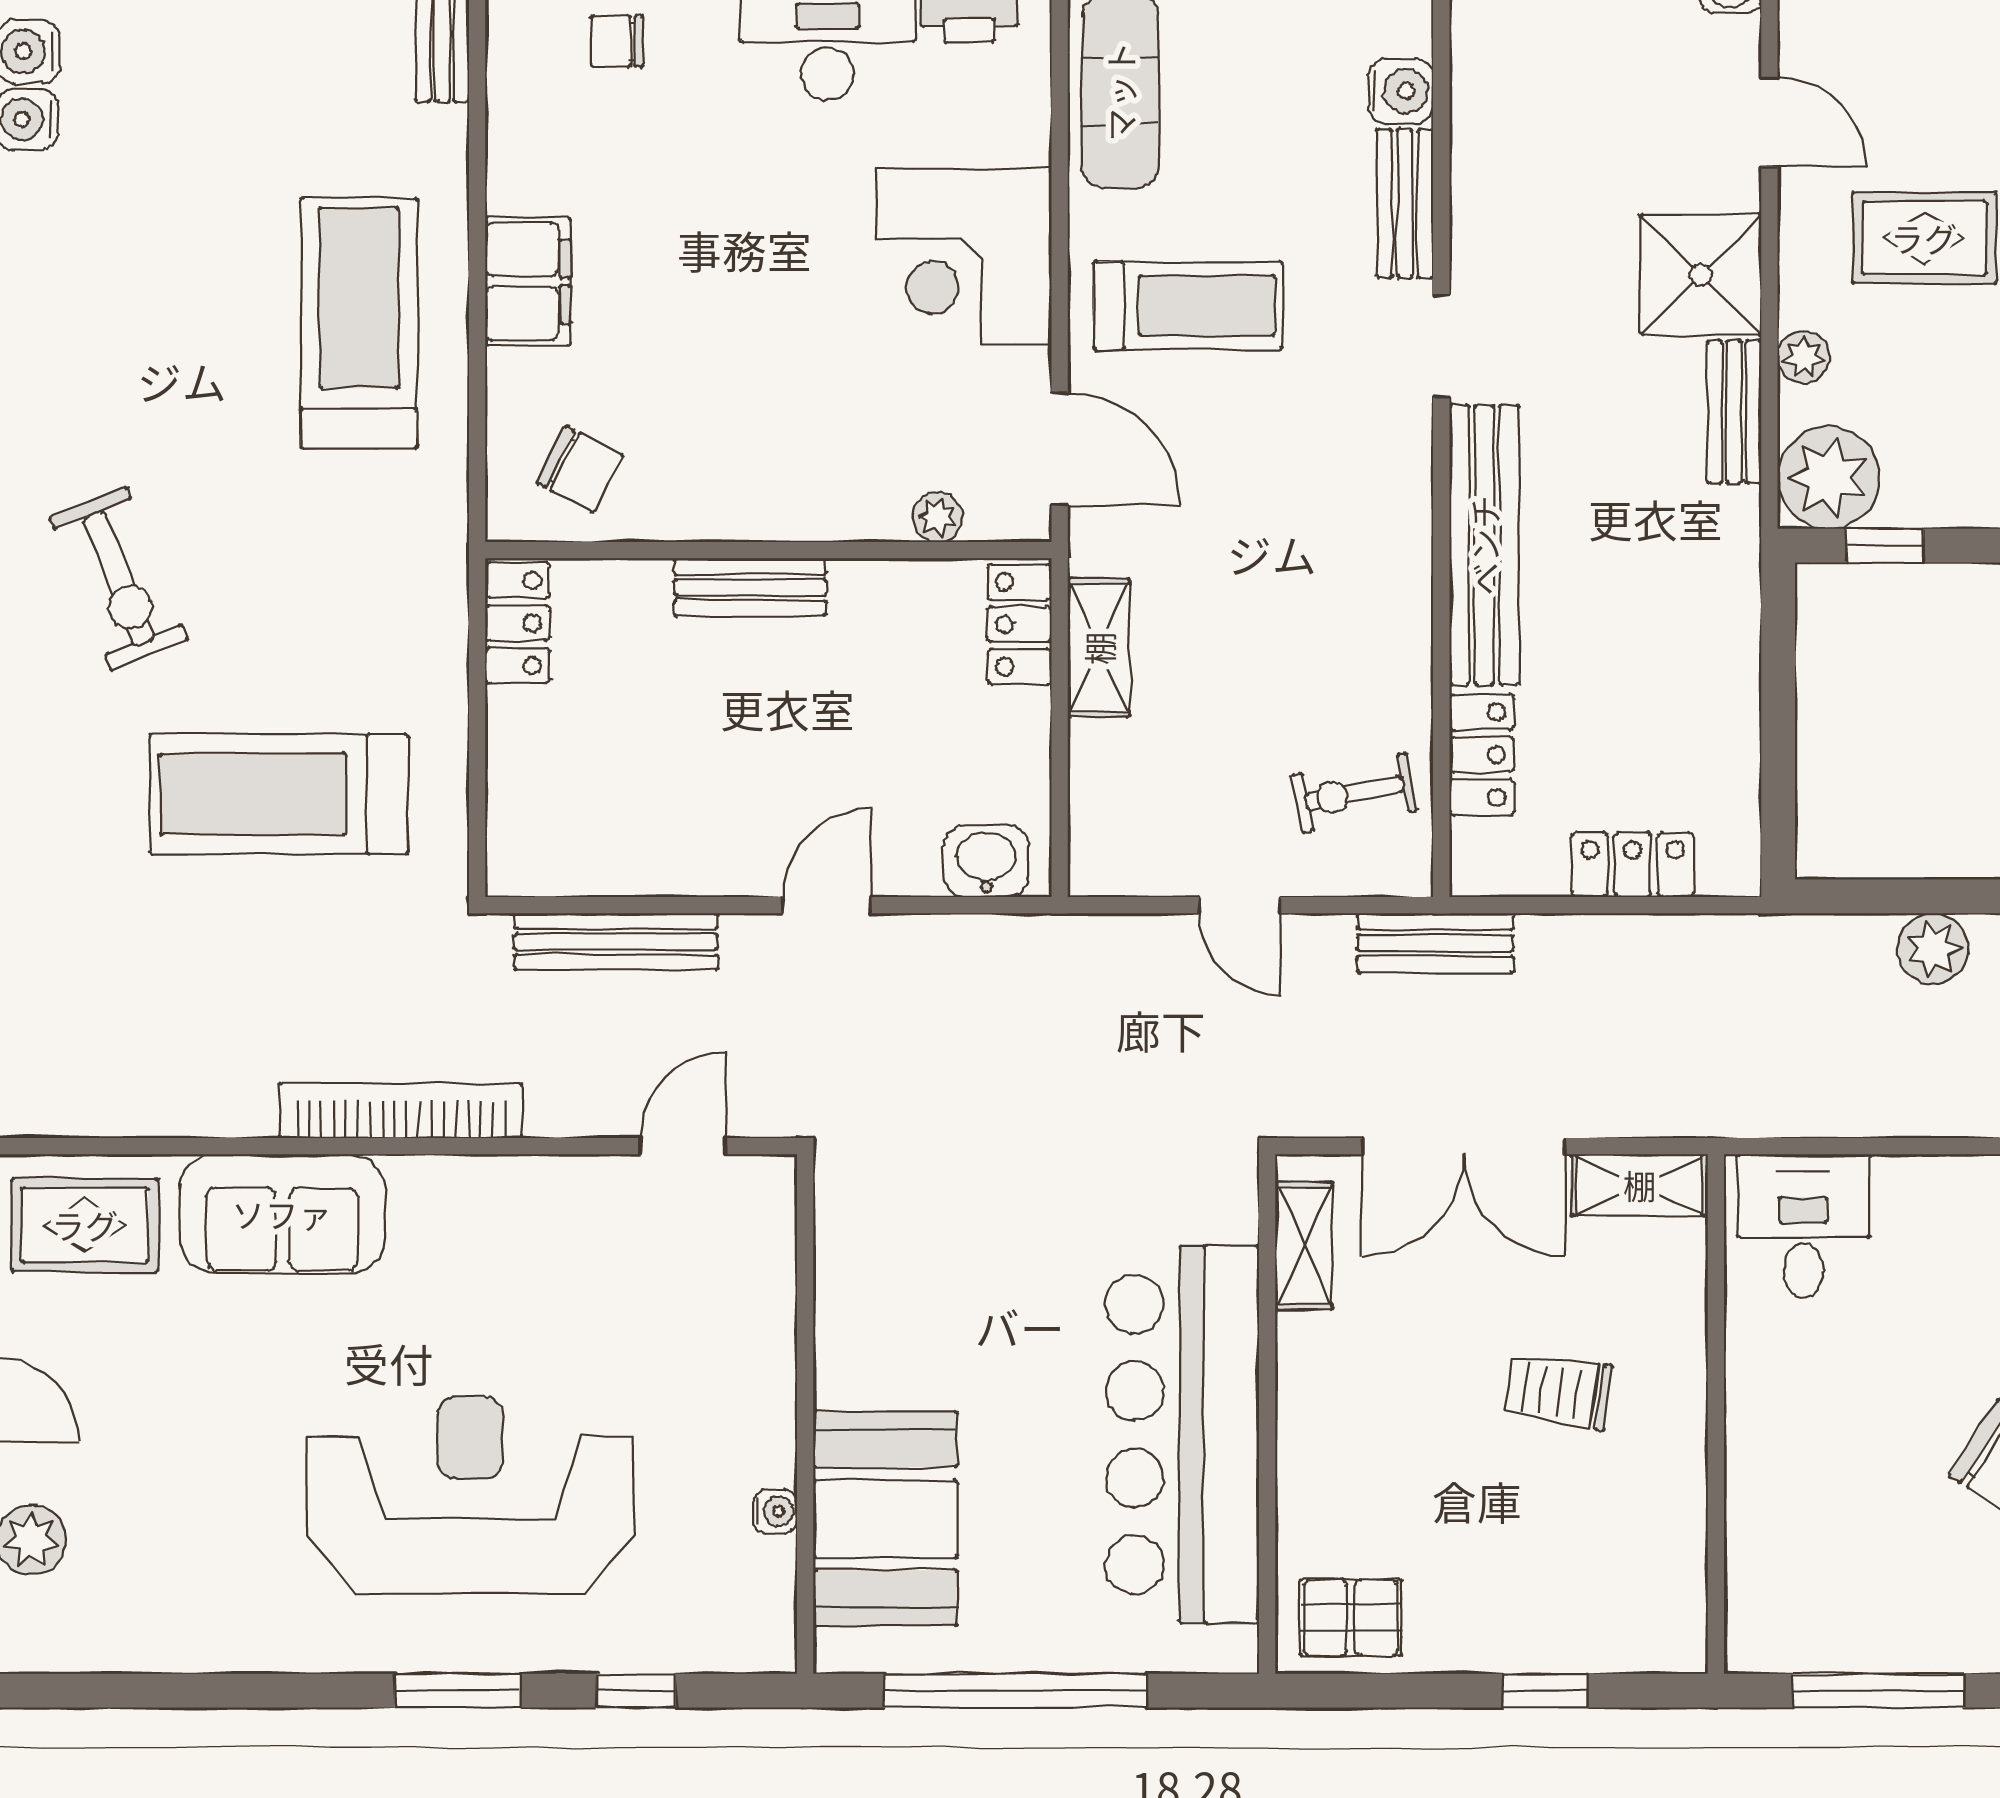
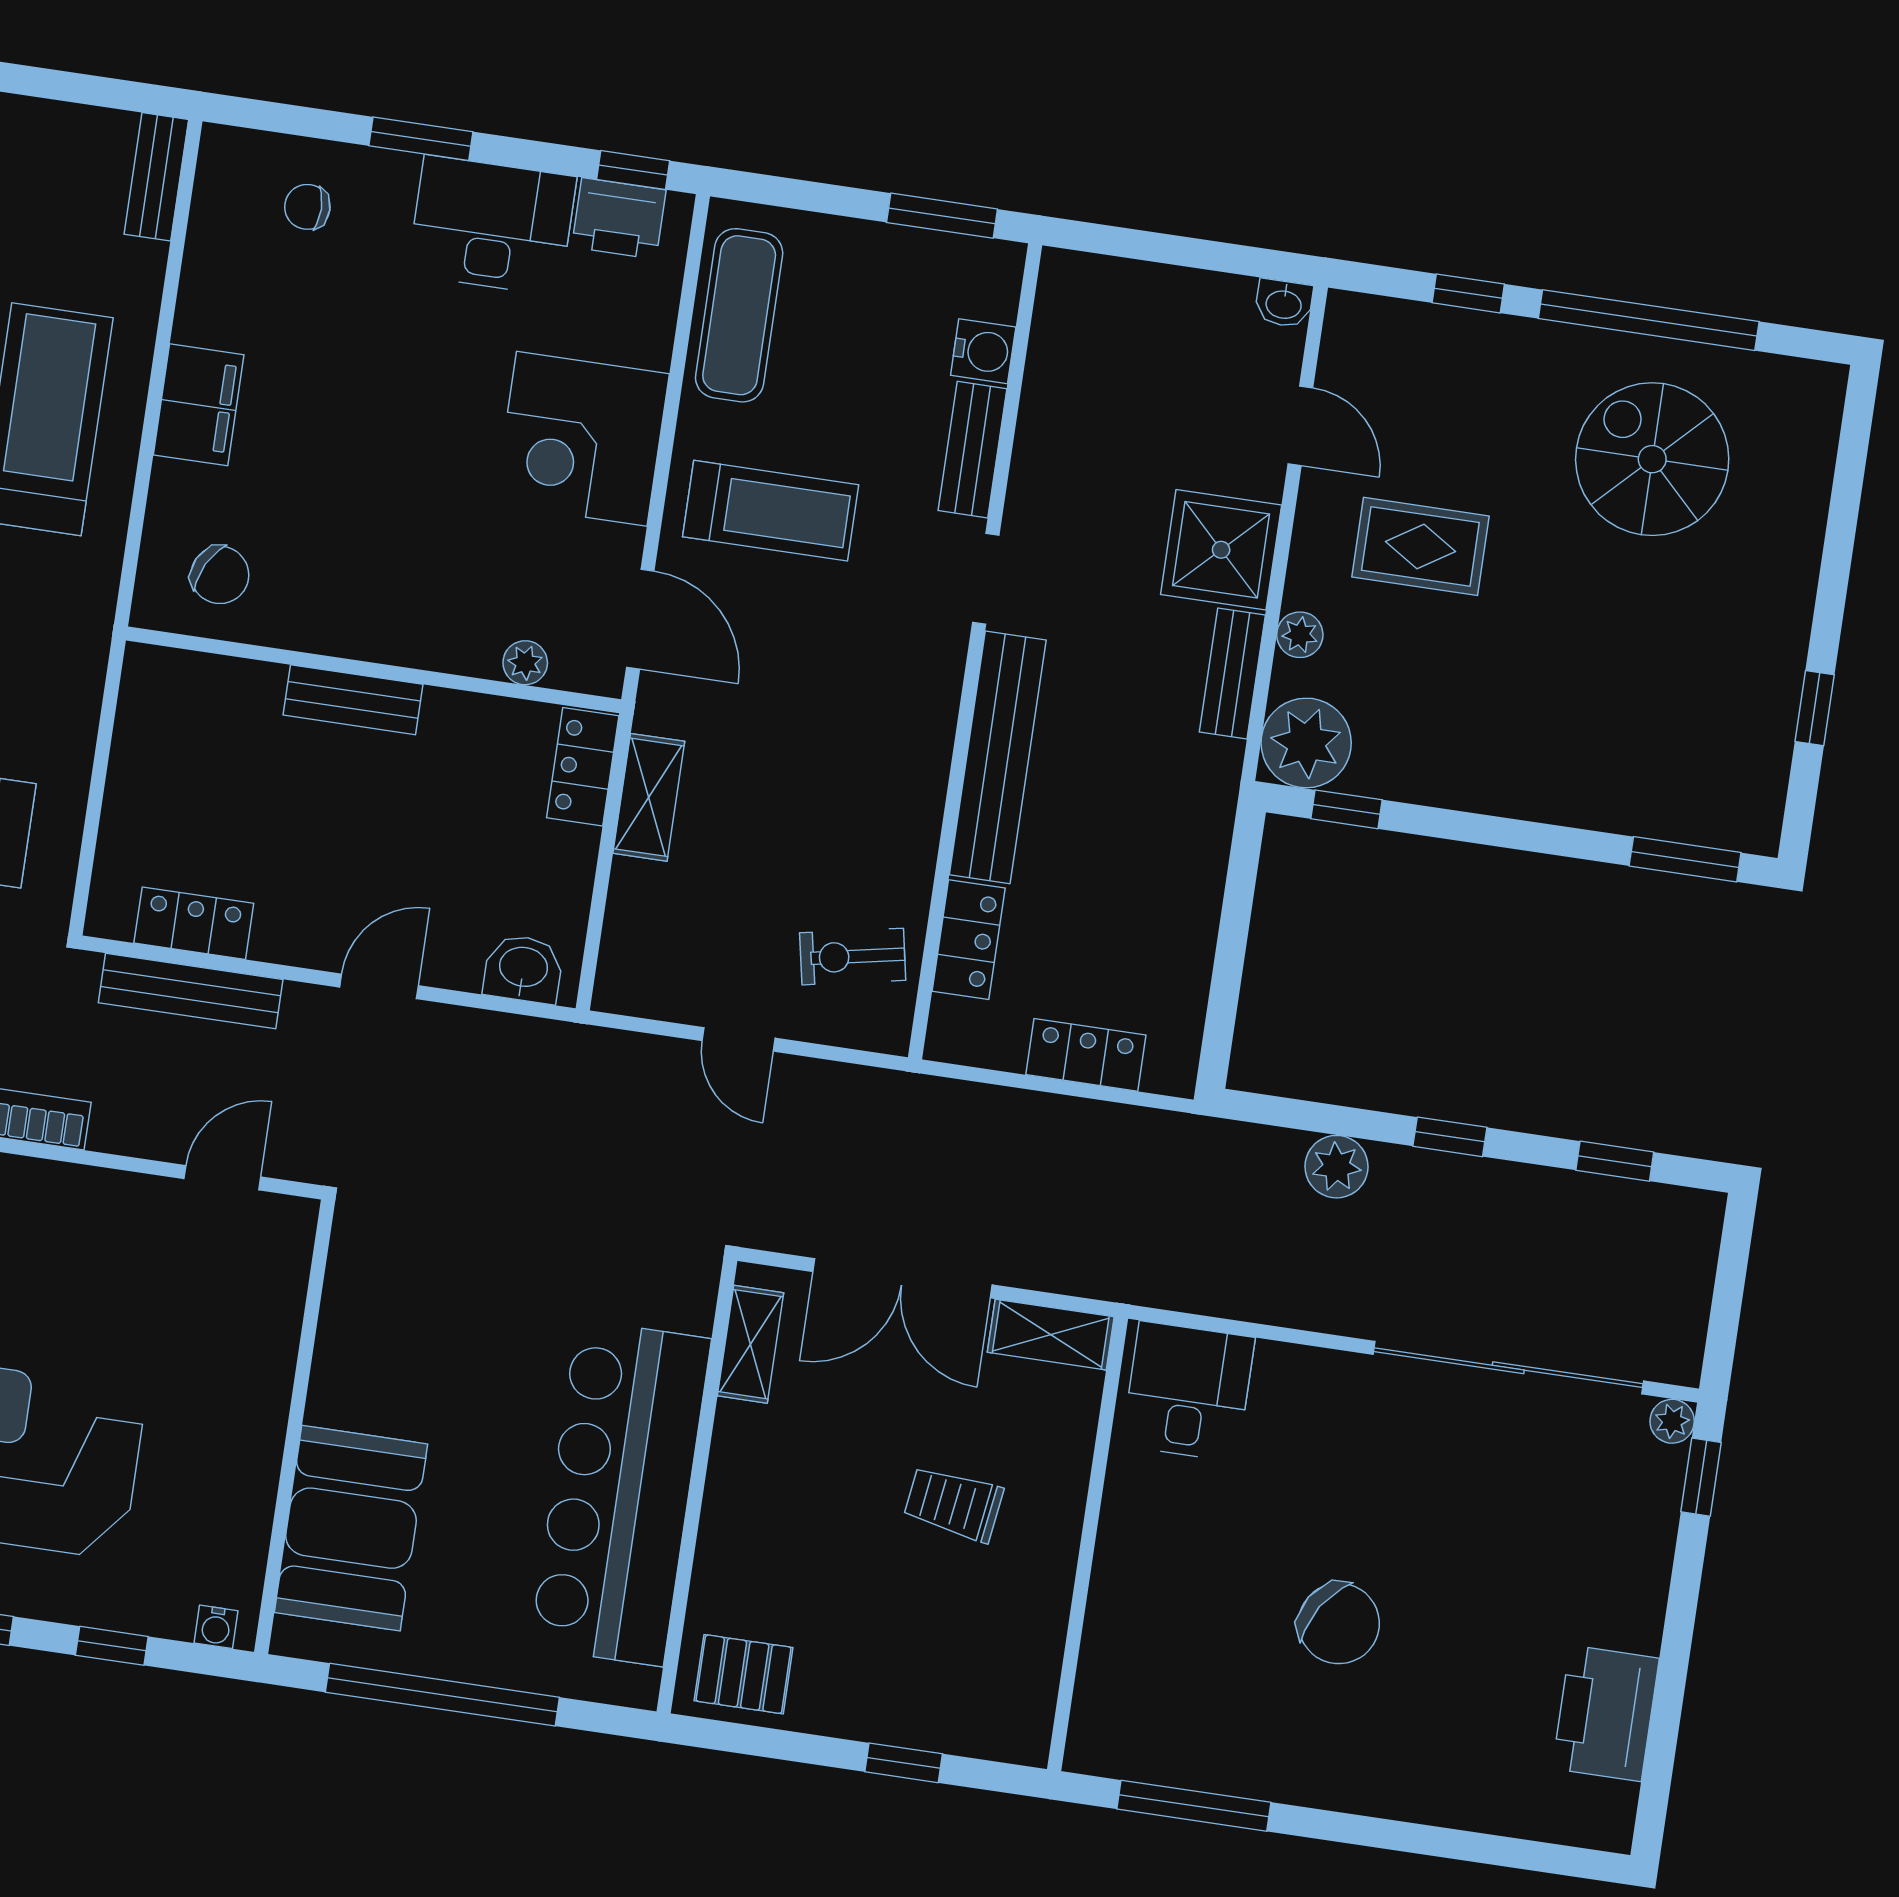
locker: (517, 623) -> (194, 923), moved, turned -90
bench: (1435, 943) -> (904, 1098), removed
water cooler: (775, 1511) -> (216, 1627), moved, turned 90

